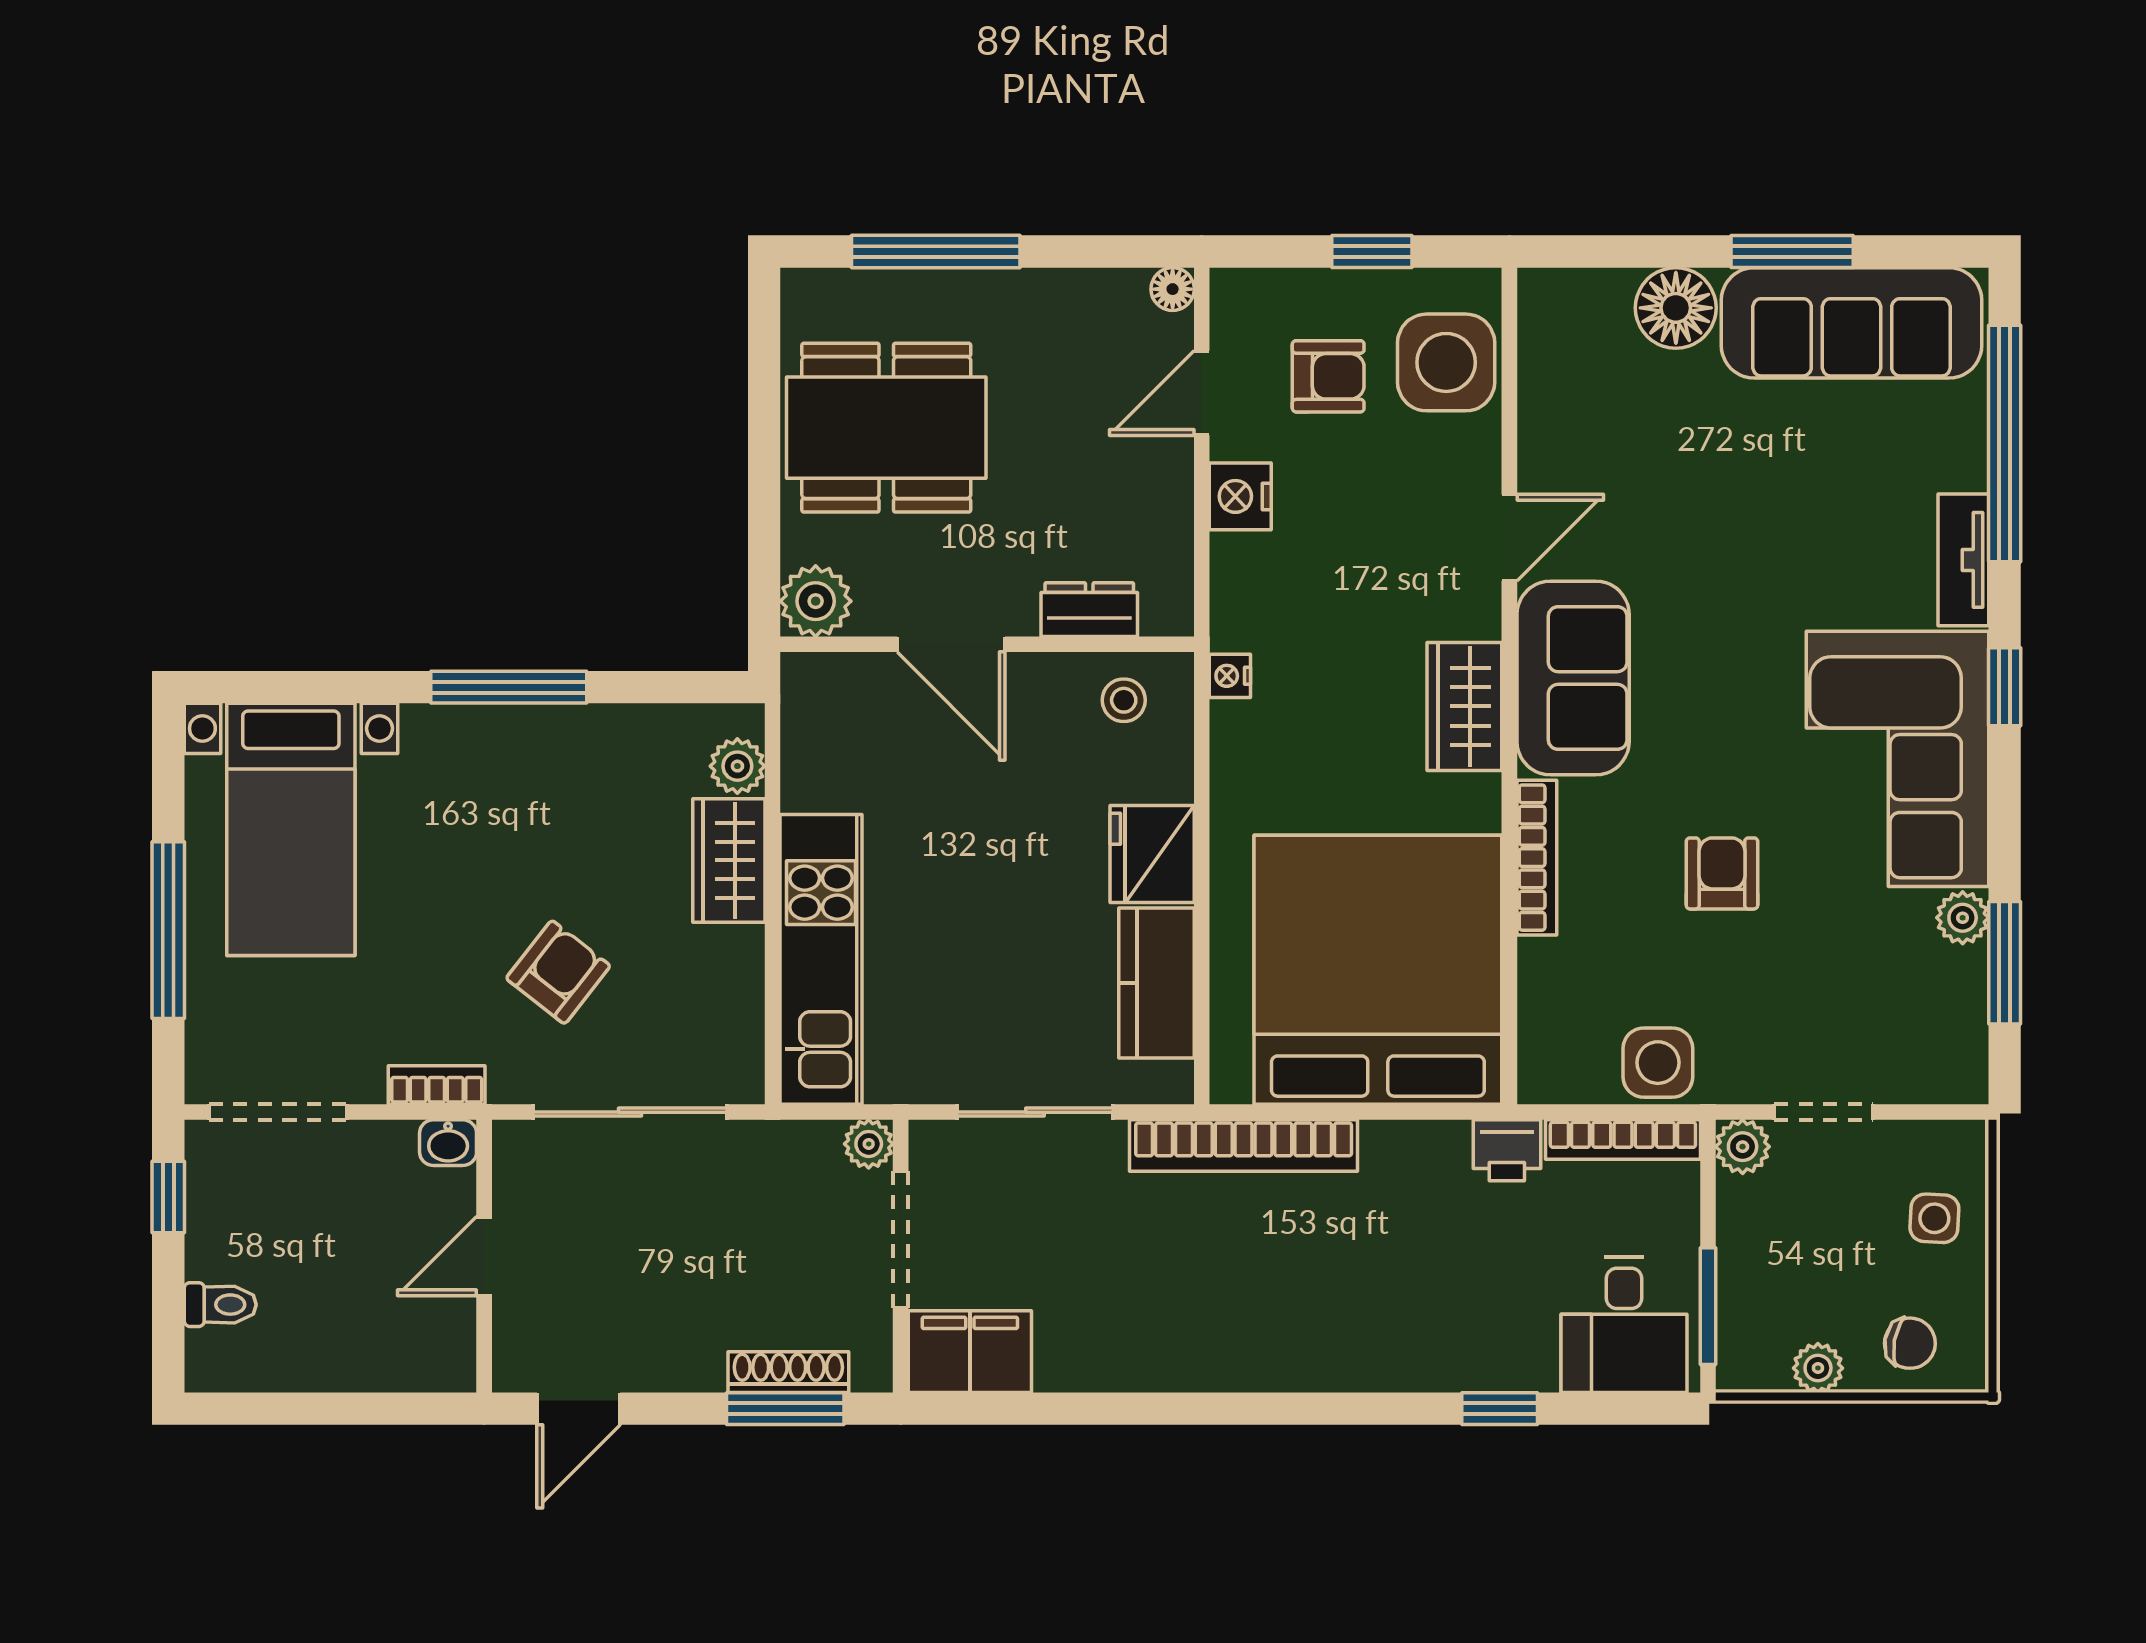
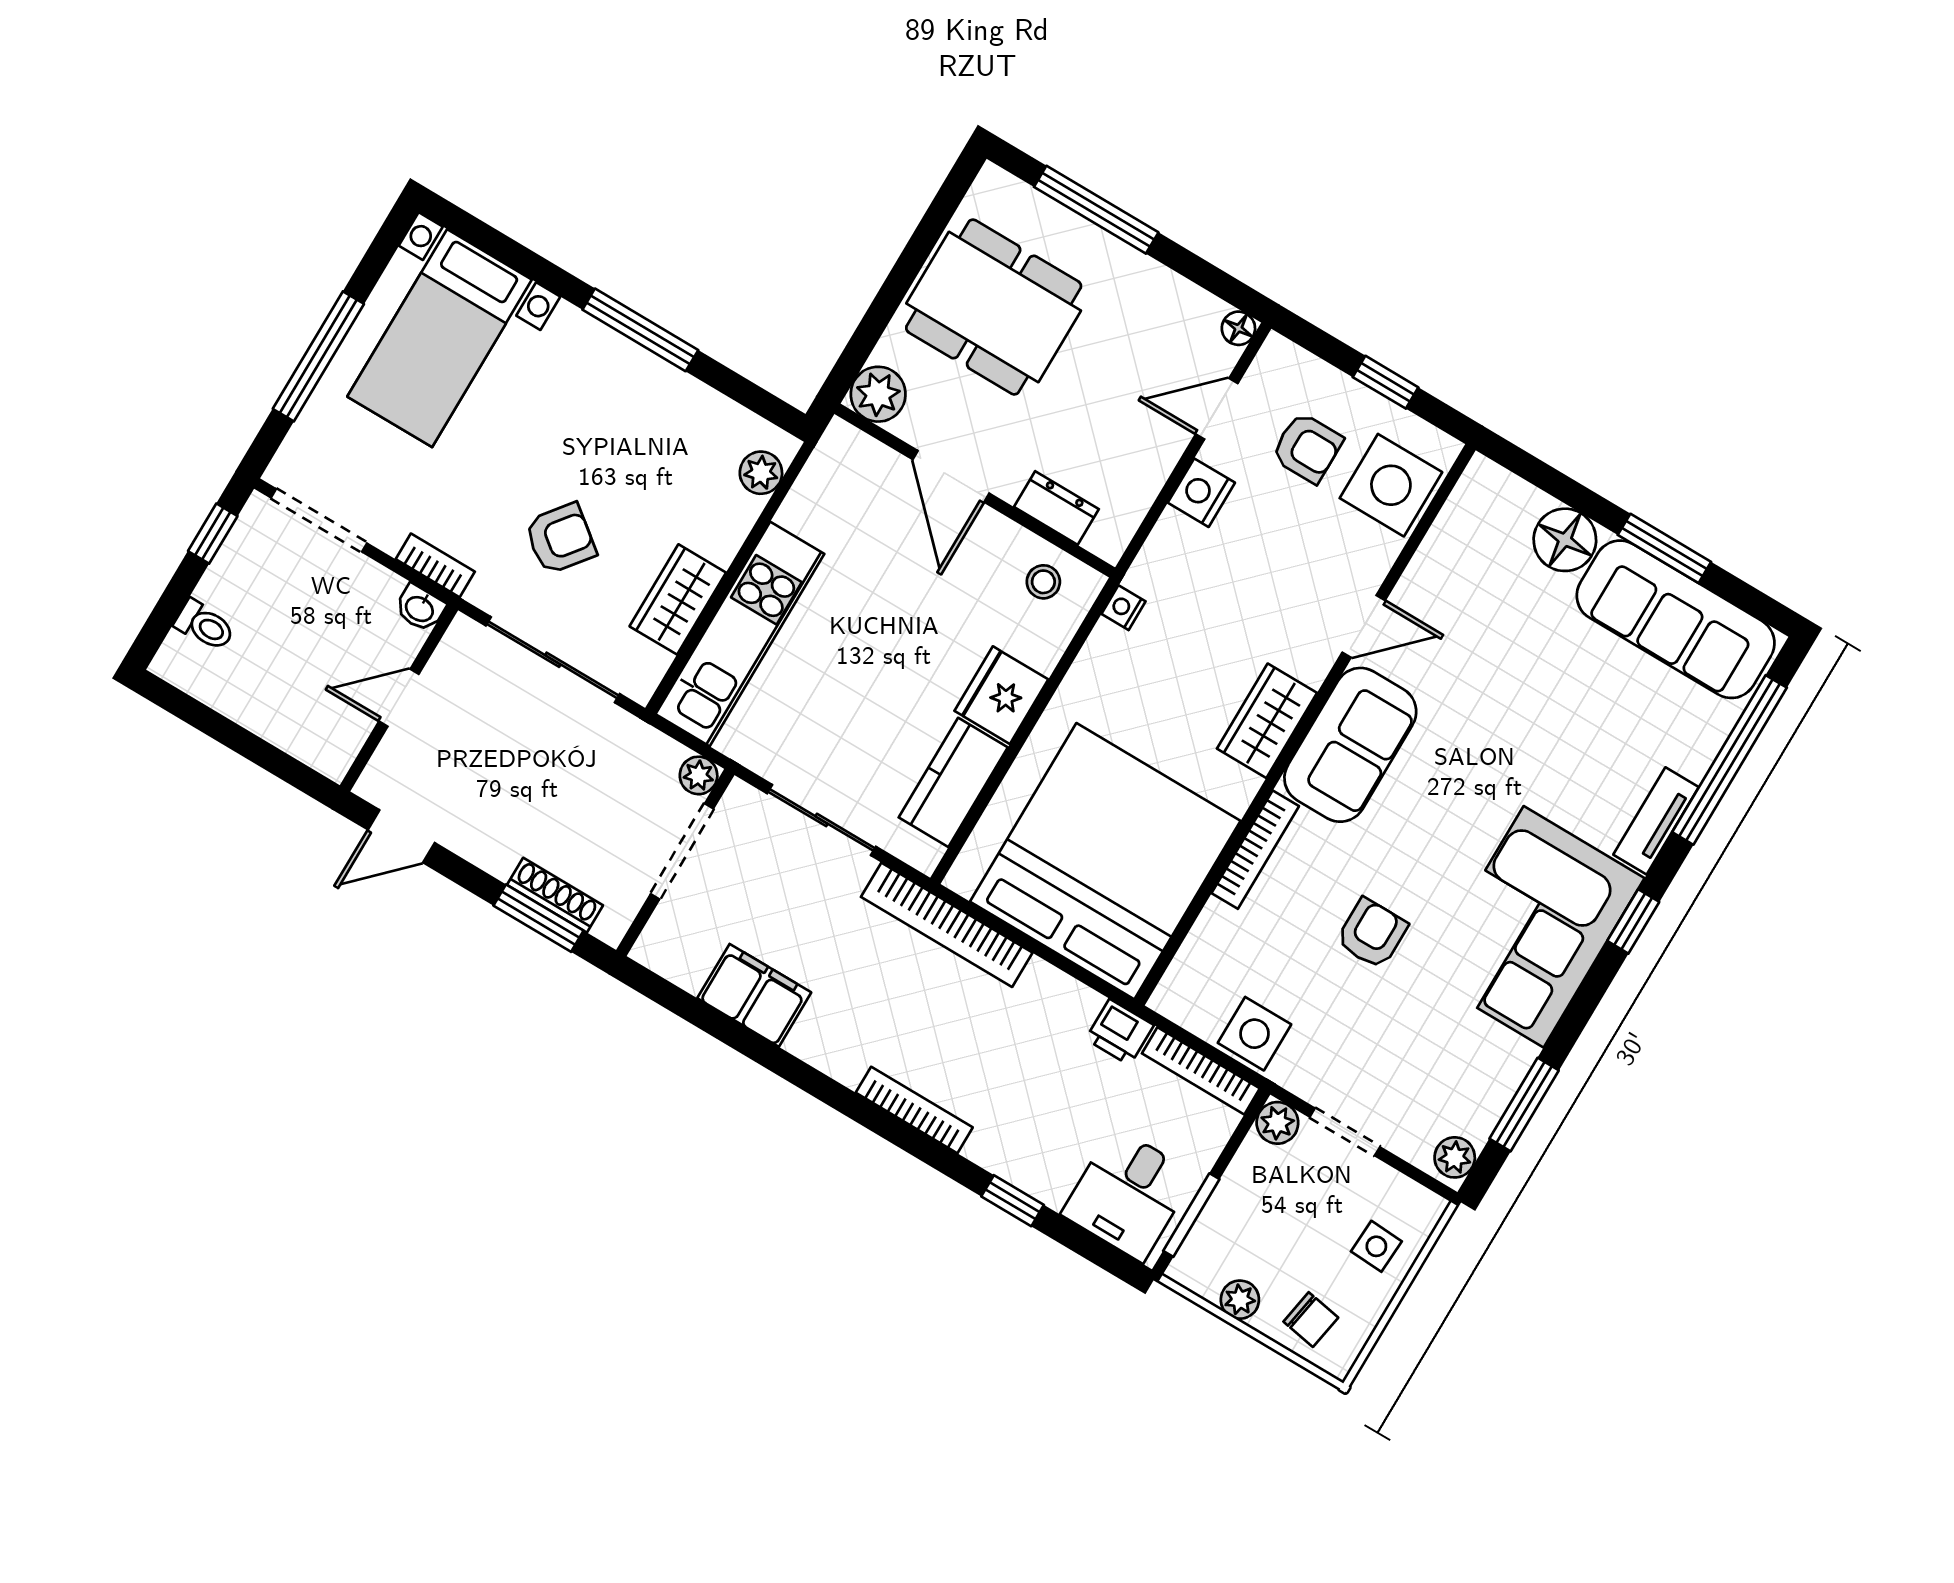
wardrobe: (729, 860) -> (678, 599), moved
plant: (1963, 918) -> (1455, 1157), moved
filing cabinet: (970, 1352) -> (754, 995), moved
bookcase: (1330, 1373) -> (914, 1110), added

